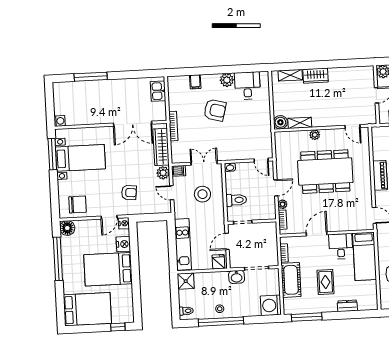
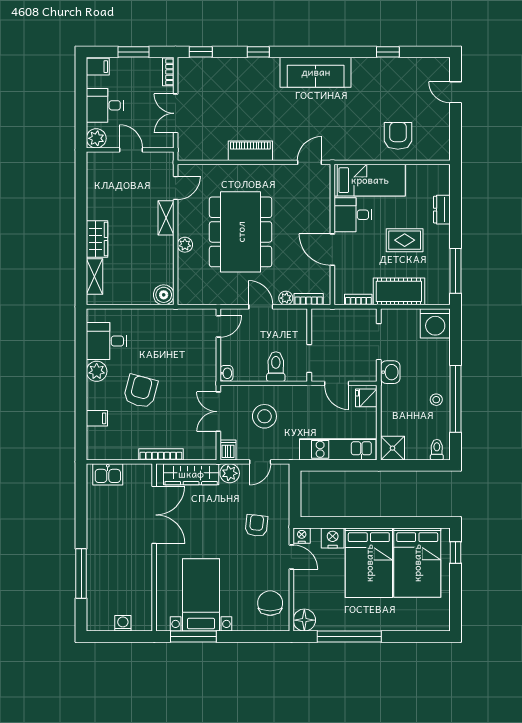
washing machine: (60, 121) -> (123, 623), moved
shelving: (300, 123) -> (166, 218), moved
bed: (87, 309) -> (417, 563), moved, turned 180

